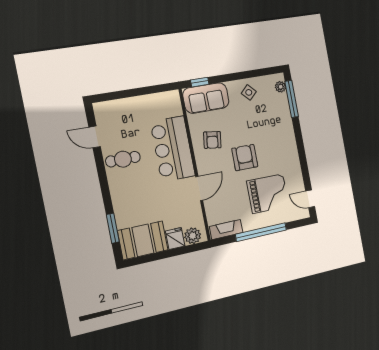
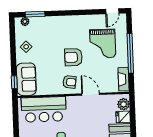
window: (292, 99) -> (35, 14), width x0.69
armchair: (212, 140) -> (69, 82), moved
bar counter: (173, 149) -> (44, 109), moved
grand piano: (268, 194) -> (103, 44), turned 180

